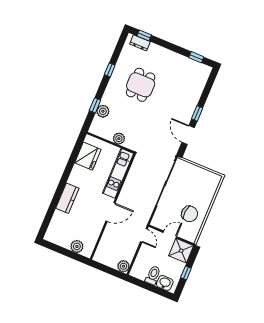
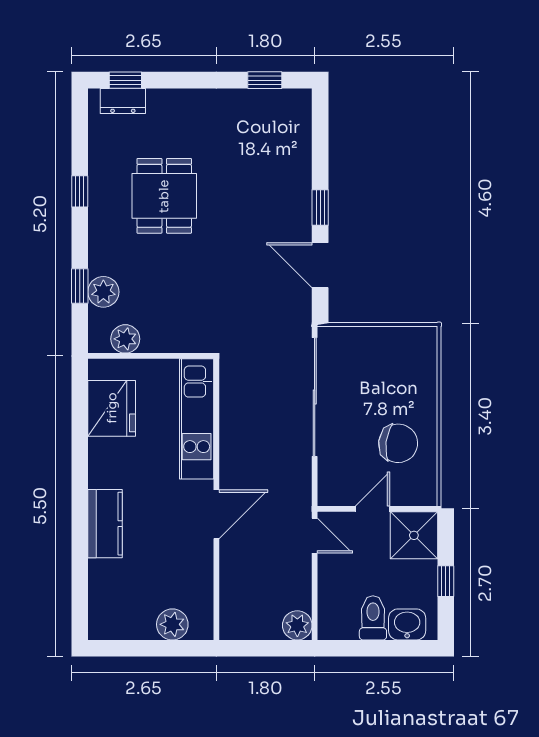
plant: (119, 139) -> (125, 339), moved

